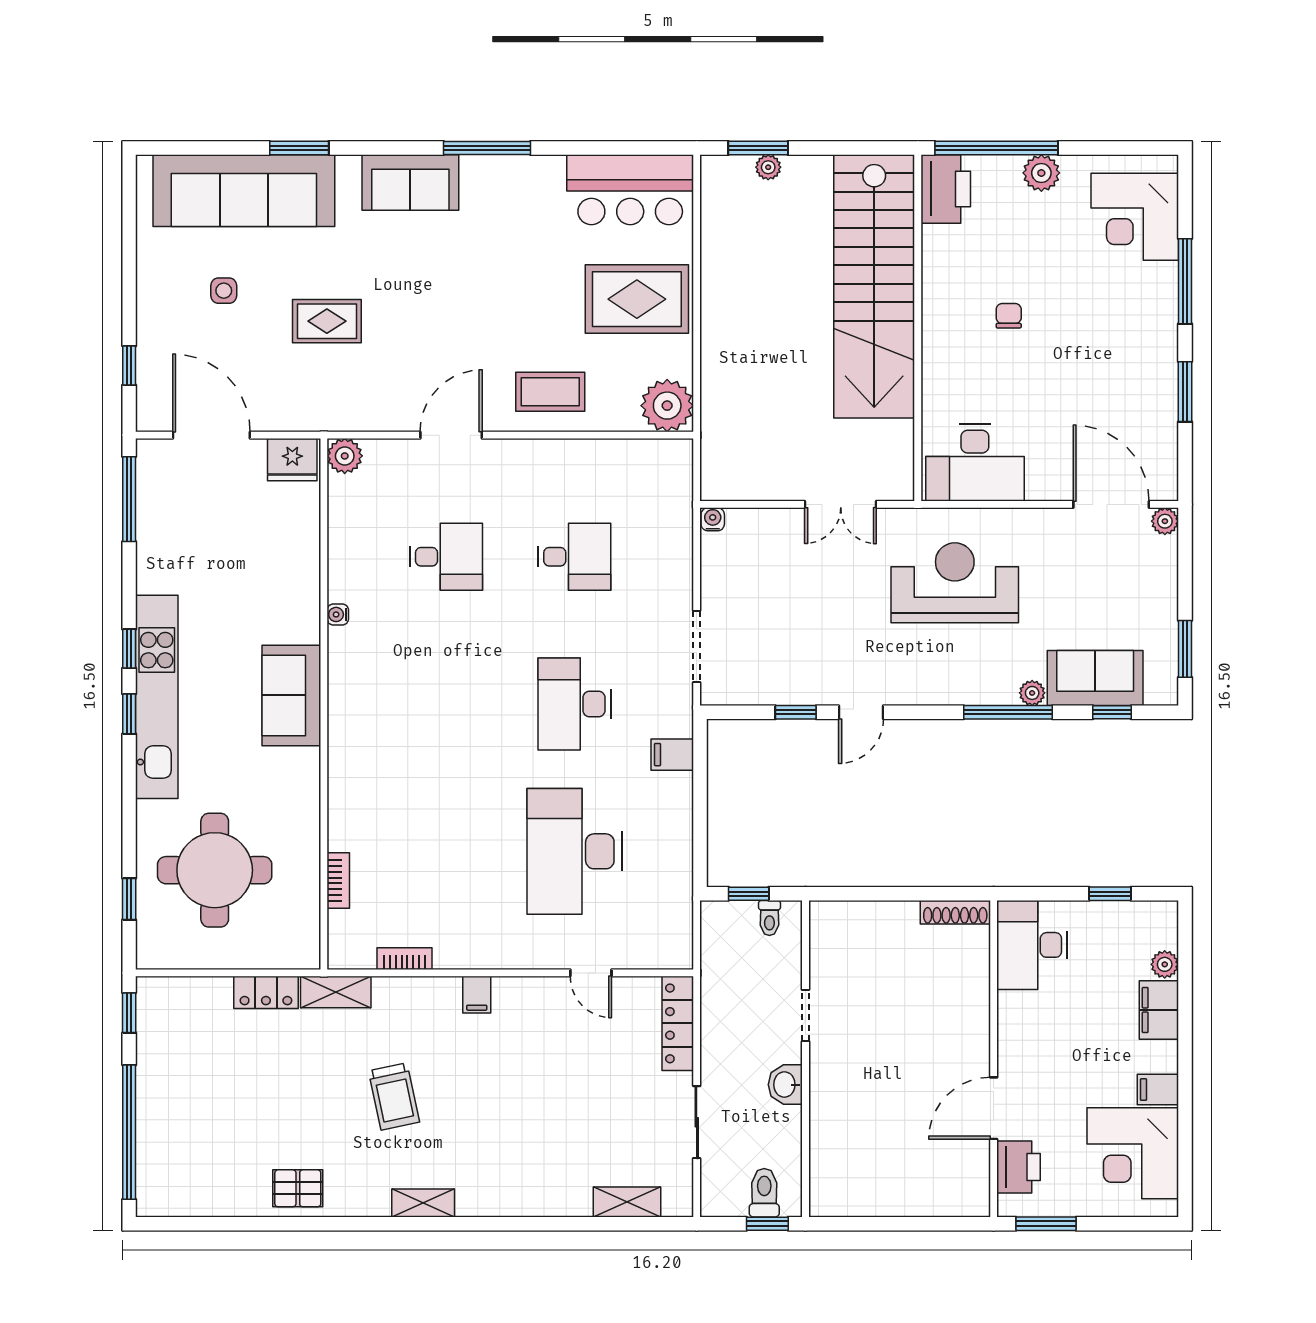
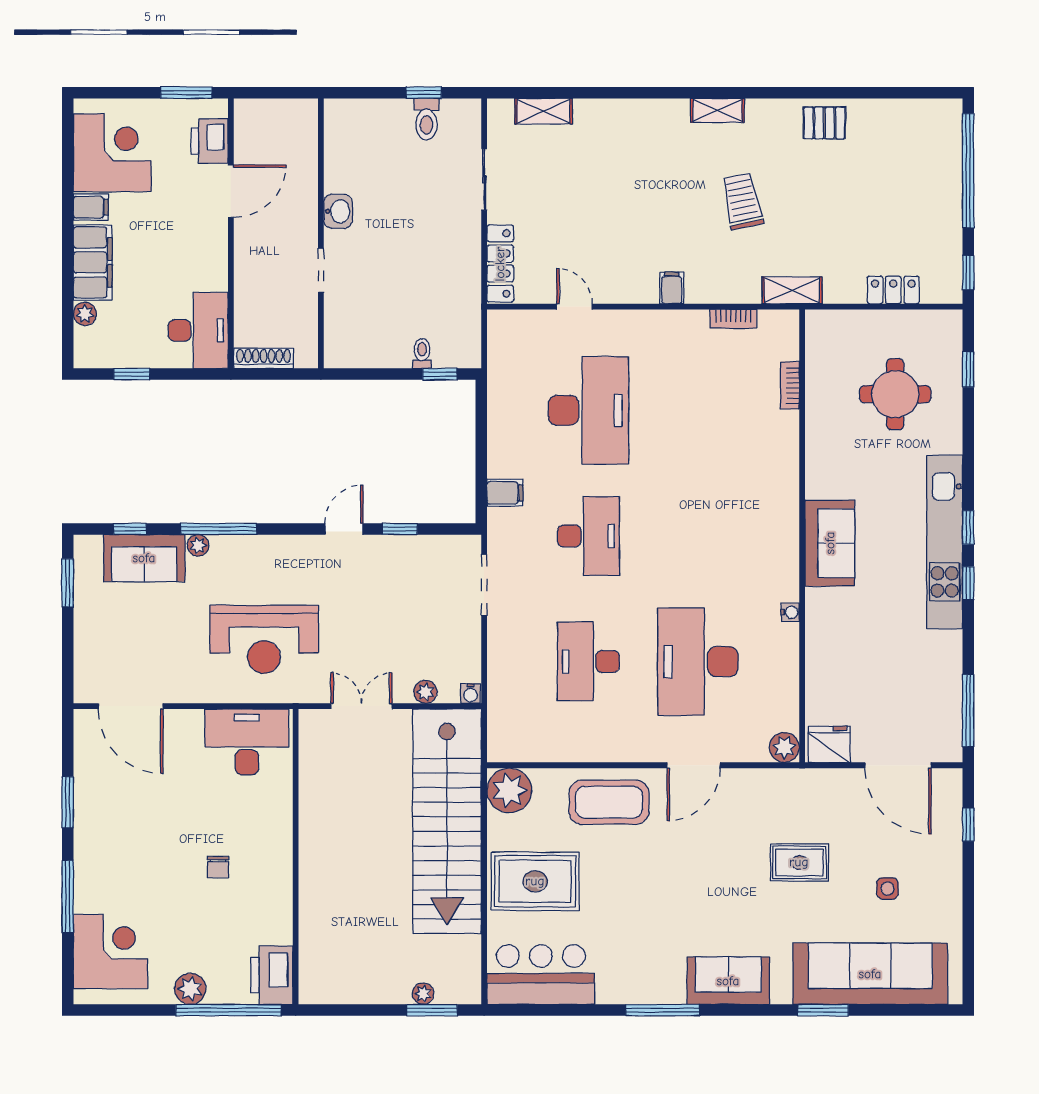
stairs: (874, 286) -> (447, 821), moved, turned 180
coffee table: (550, 392) -> (609, 802), width x1.36, depth x1.32
plant: (1165, 521) -> (425, 692), moved
desk: (446, 557) -> (698, 662), width x1.87, depth x1.30
desk: (574, 557) -> (588, 662), width x1.37
round table: (215, 870) -> (895, 394), width x0.73, depth x0.73
locker: (266, 992) -> (893, 290), moved
filing cabinet: (1159, 1010) -> (93, 262), width x1.50, depth x1.17
doorway: (806, 1016) -> (321, 270), moved
wall: (806, 1059) -> (321, 233), moved
washbasin: (785, 1085) -> (338, 211), moved

